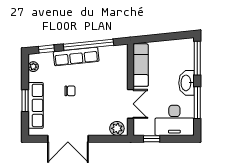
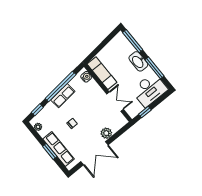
row of seats: (76, 56) -> (63, 96), width x0.68
water cooler: (122, 56) -> (86, 77), added
plant: (117, 128) -> (106, 133), moved

